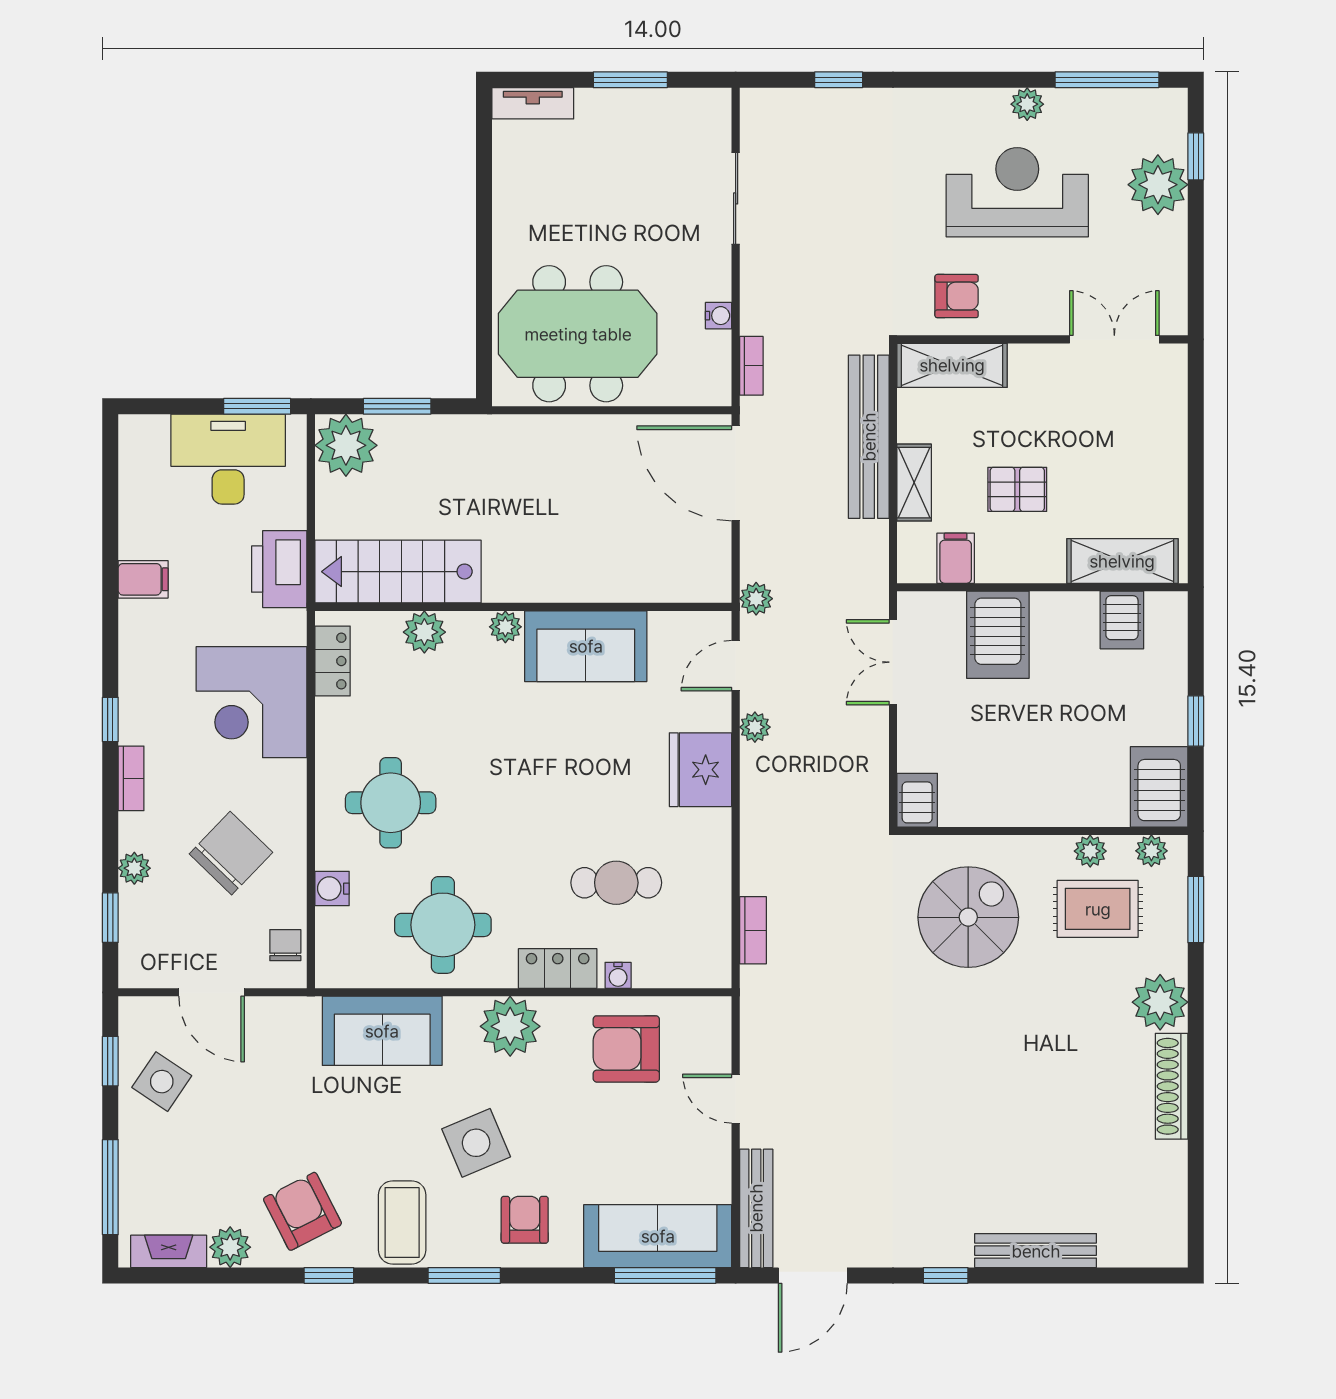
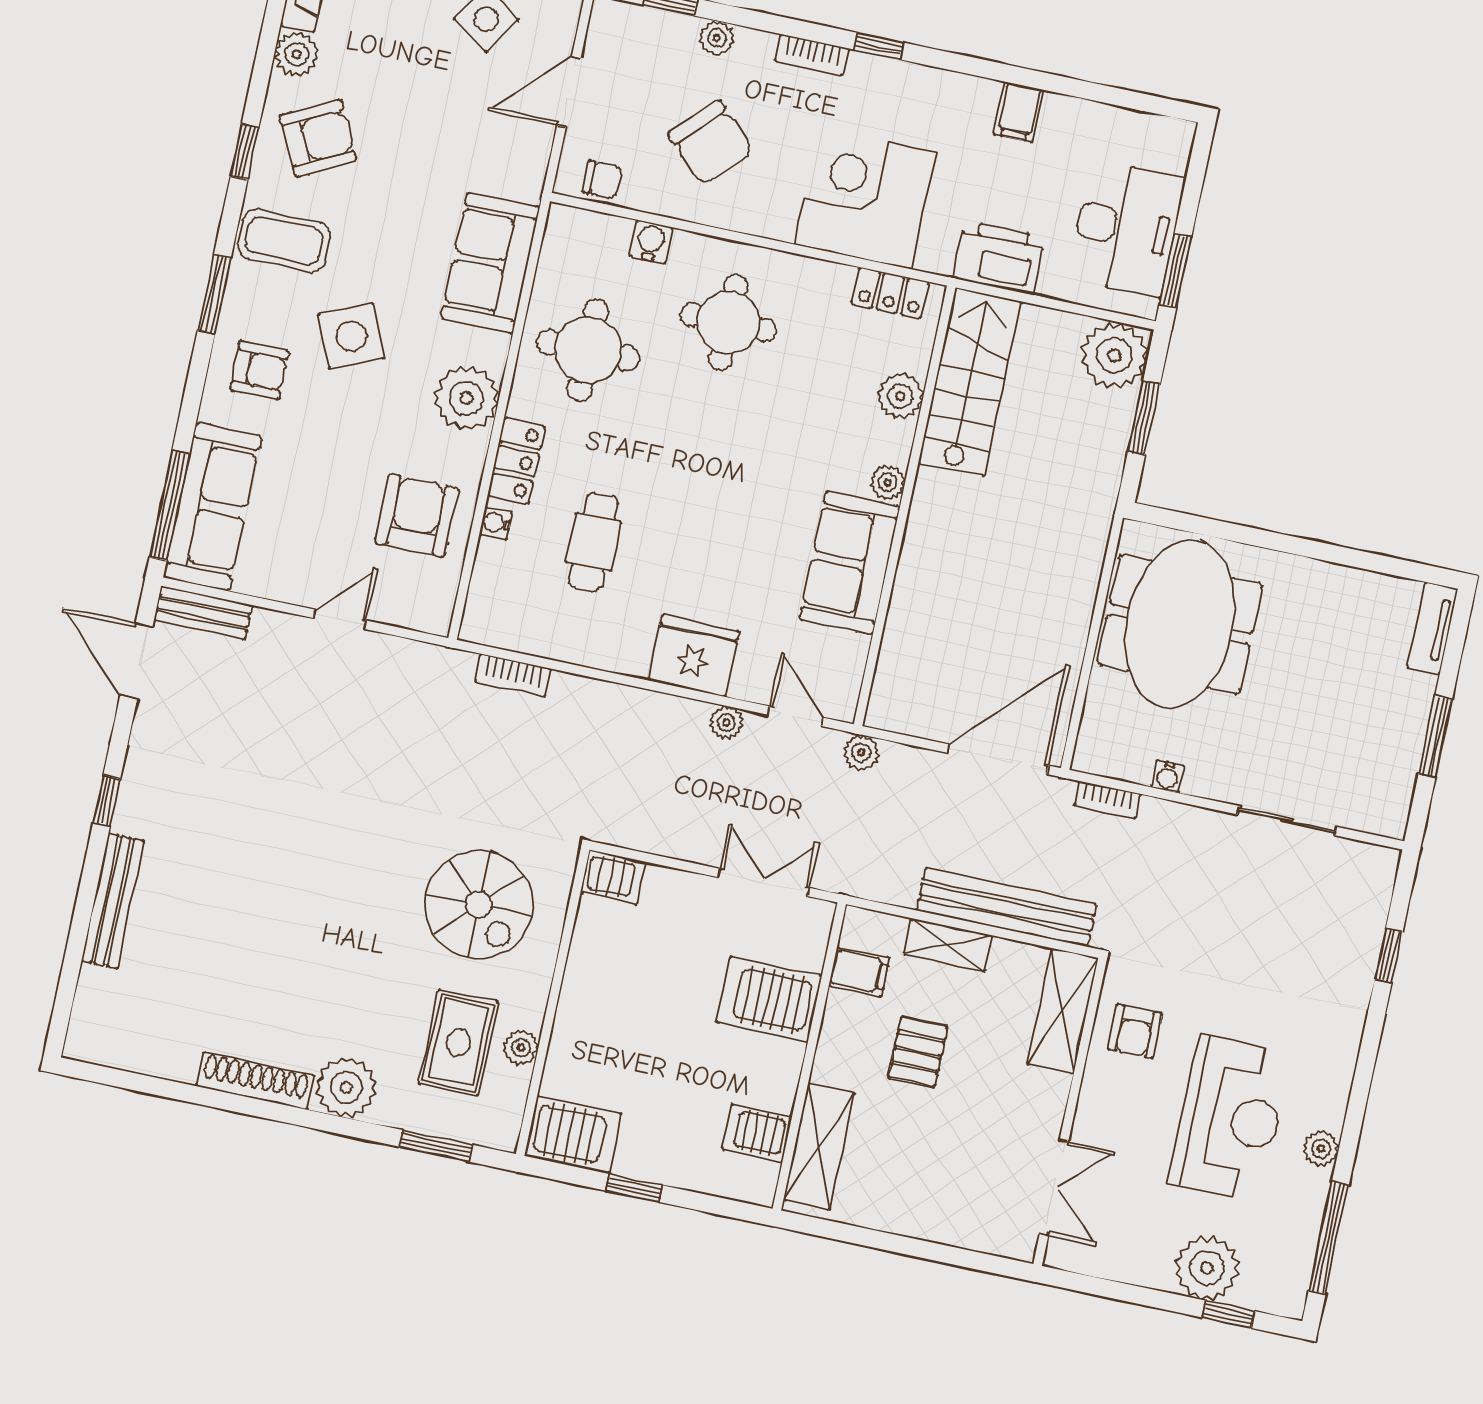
plant: (1151, 851) -> (507, 1112), removed
bench: (756, 1208) -> (203, 613), width x0.73

